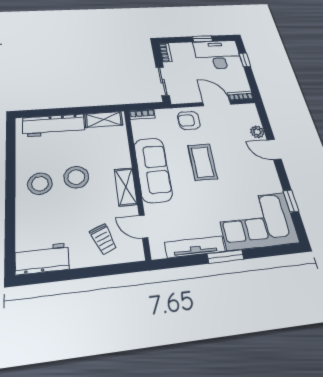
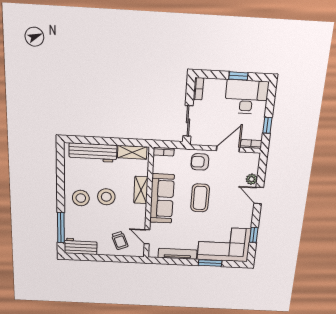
window: (245, 60) -> (267, 125), moved
door: (217, 103) -> (228, 149), hinge flipped
shelving: (126, 187) -> (141, 190), moved
window: (10, 232) -> (61, 227), added
window: (226, 257) -> (210, 263), moved

